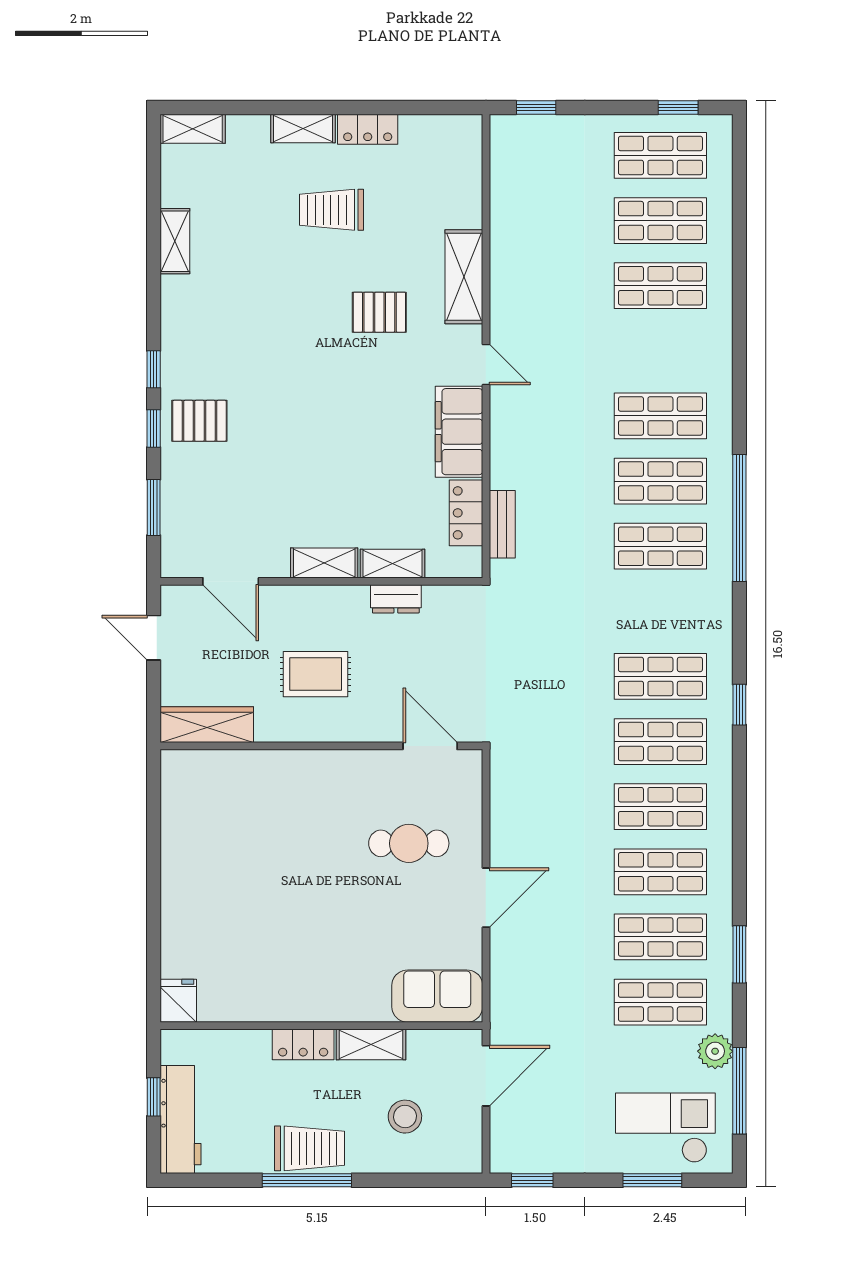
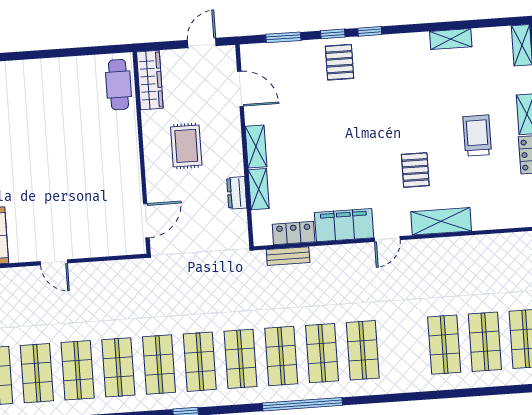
door: (231, 581) -> (240, 89), swing flipped
shop shelf: (660, 611) -> (241, 359), added
cafe table: (409, 843) -> (119, 85), moved
door: (486, 898) -> (54, 262), width x0.73

